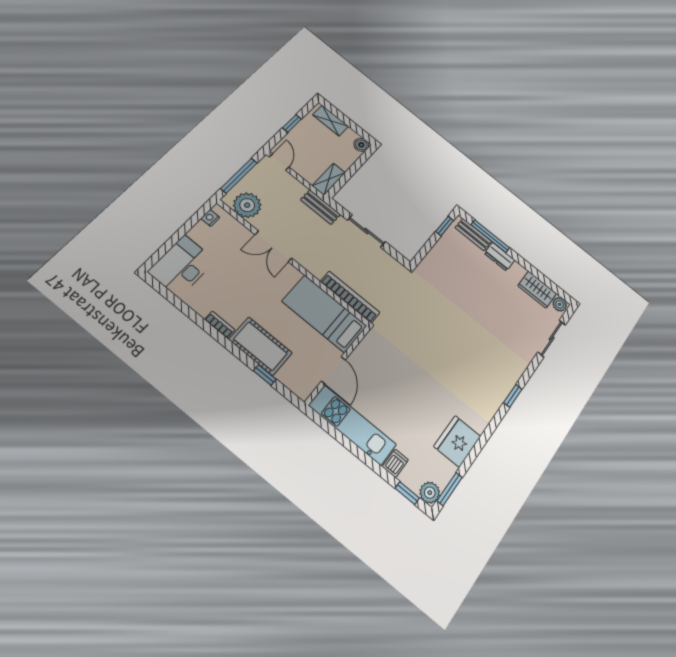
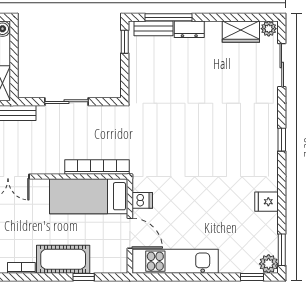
fridge: (457, 441) -> (266, 202), width x0.53, depth x0.75
dishwasher: (395, 463) -> (142, 200), moved, turned 90

